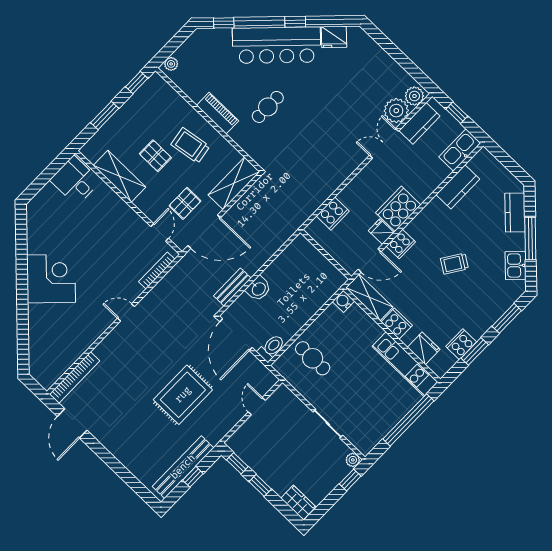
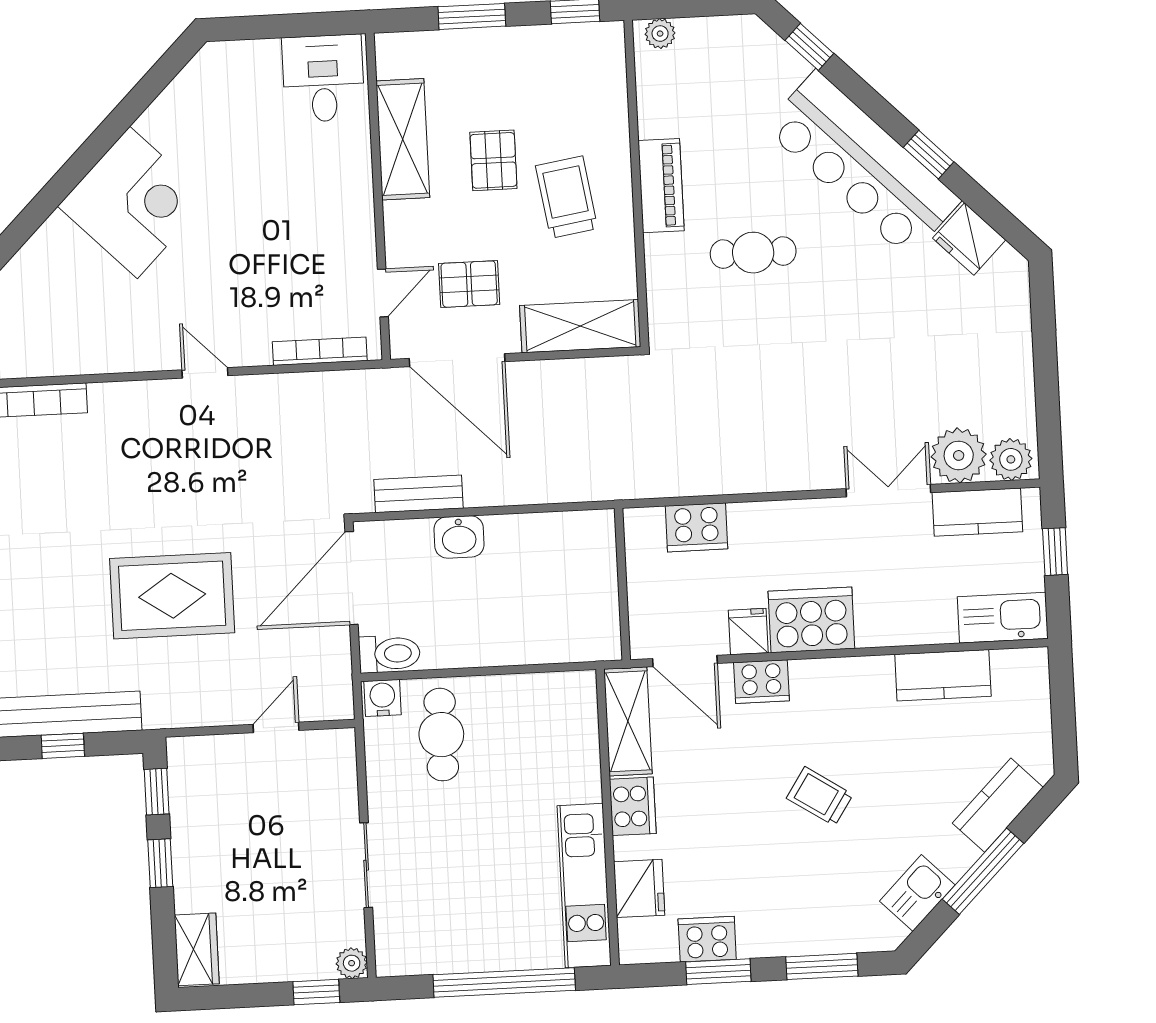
water cooler: (343, 301) -> (382, 698), moved

